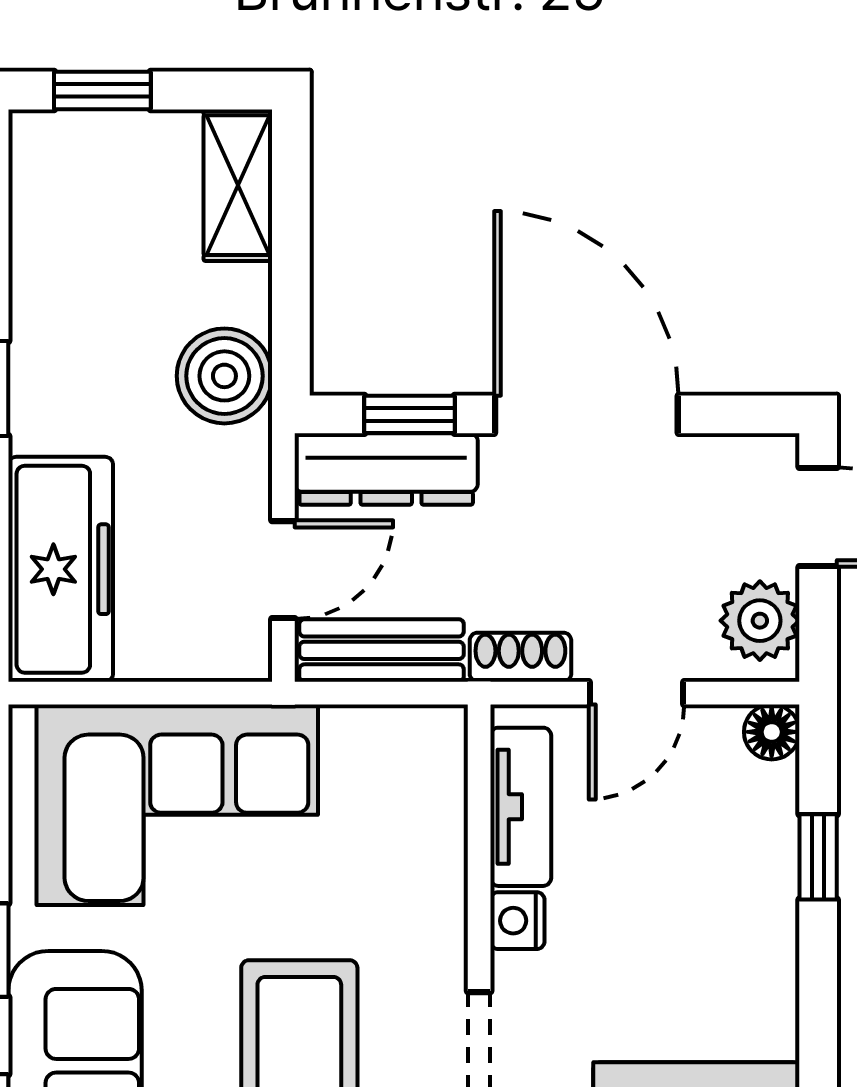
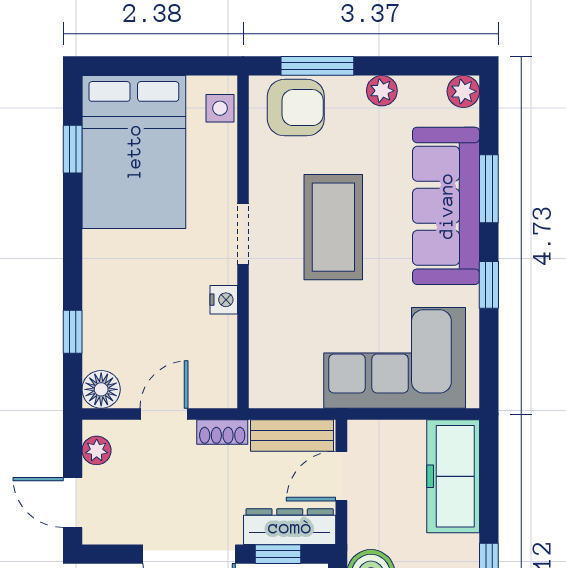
plant: (760, 621) -> (97, 450), width x0.73, depth x0.73
floor lamp: (772, 732) -> (101, 389), width x1.37, depth x1.37
tv unit: (521, 807) -> (222, 357), removed

